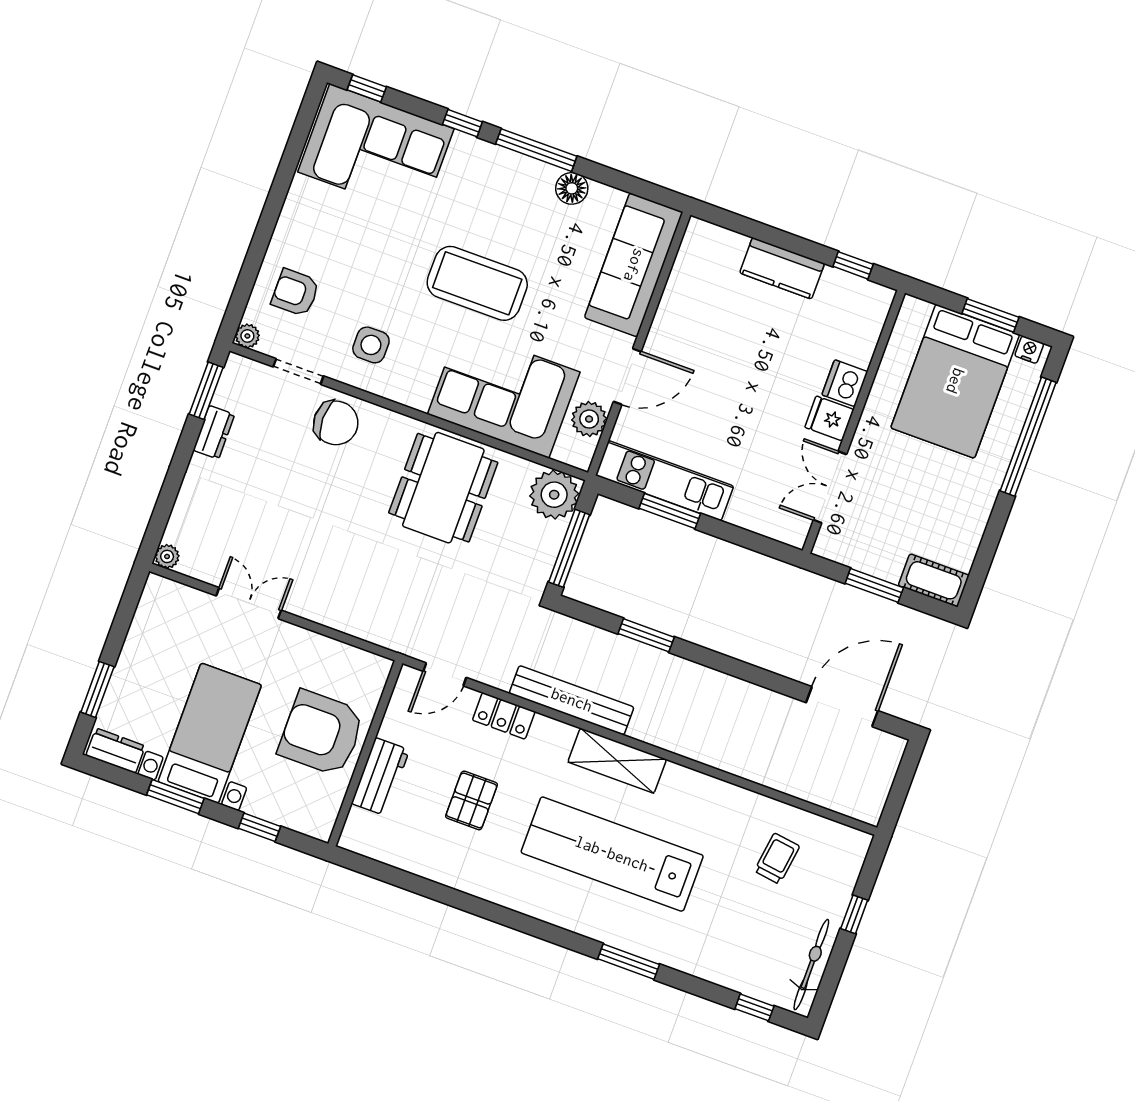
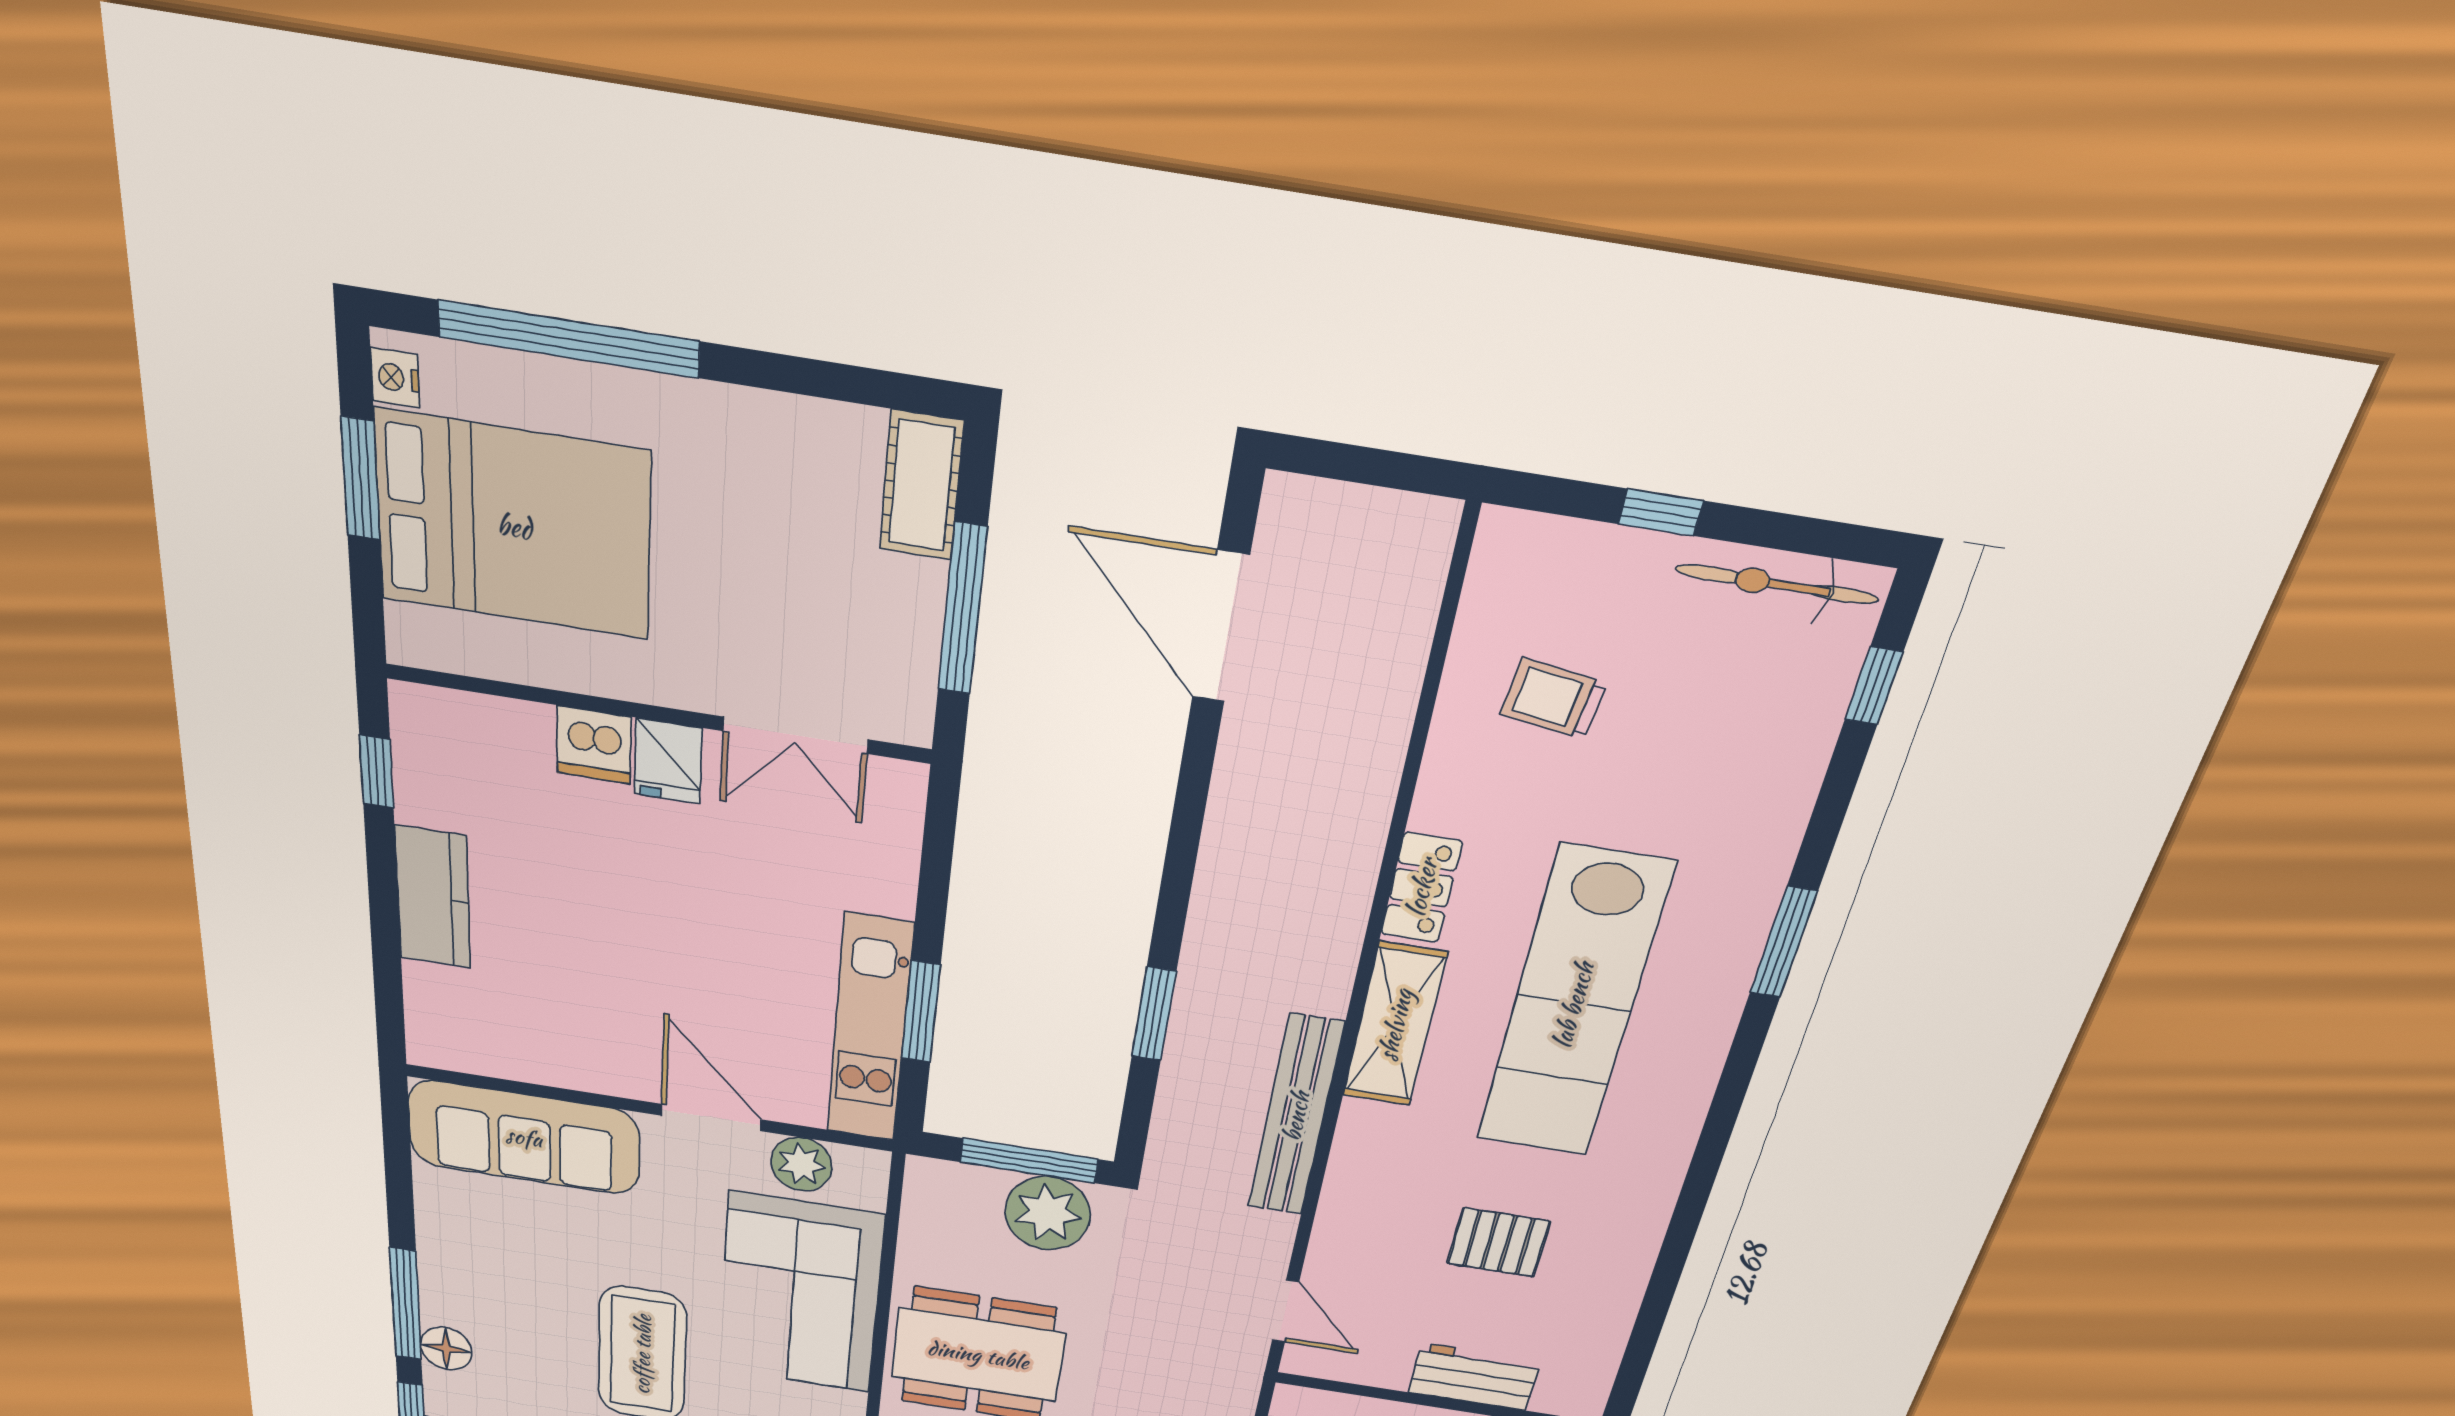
floor lamp: (572, 188) -> (446, 1349), moved
plant: (554, 495) -> (1048, 1213), moved
window: (874, 585) -> (962, 609), width x1.44
locker: (504, 716) -> (1421, 888), moved

